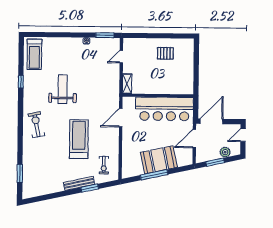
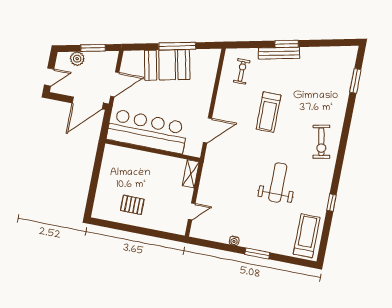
window: (105, 35) -> (257, 253), moved
weight bench: (63, 89) -> (278, 182), turned 180
treadmill: (79, 139) -> (268, 112), width x0.73, depth x0.73
window: (90, 188) -> (287, 44), moved

